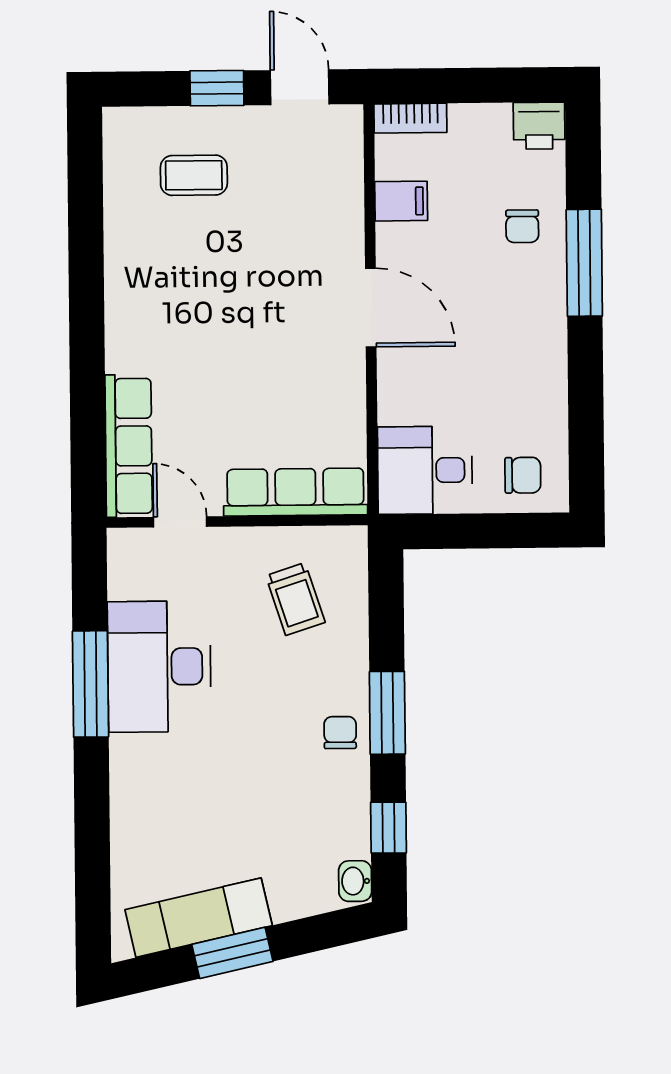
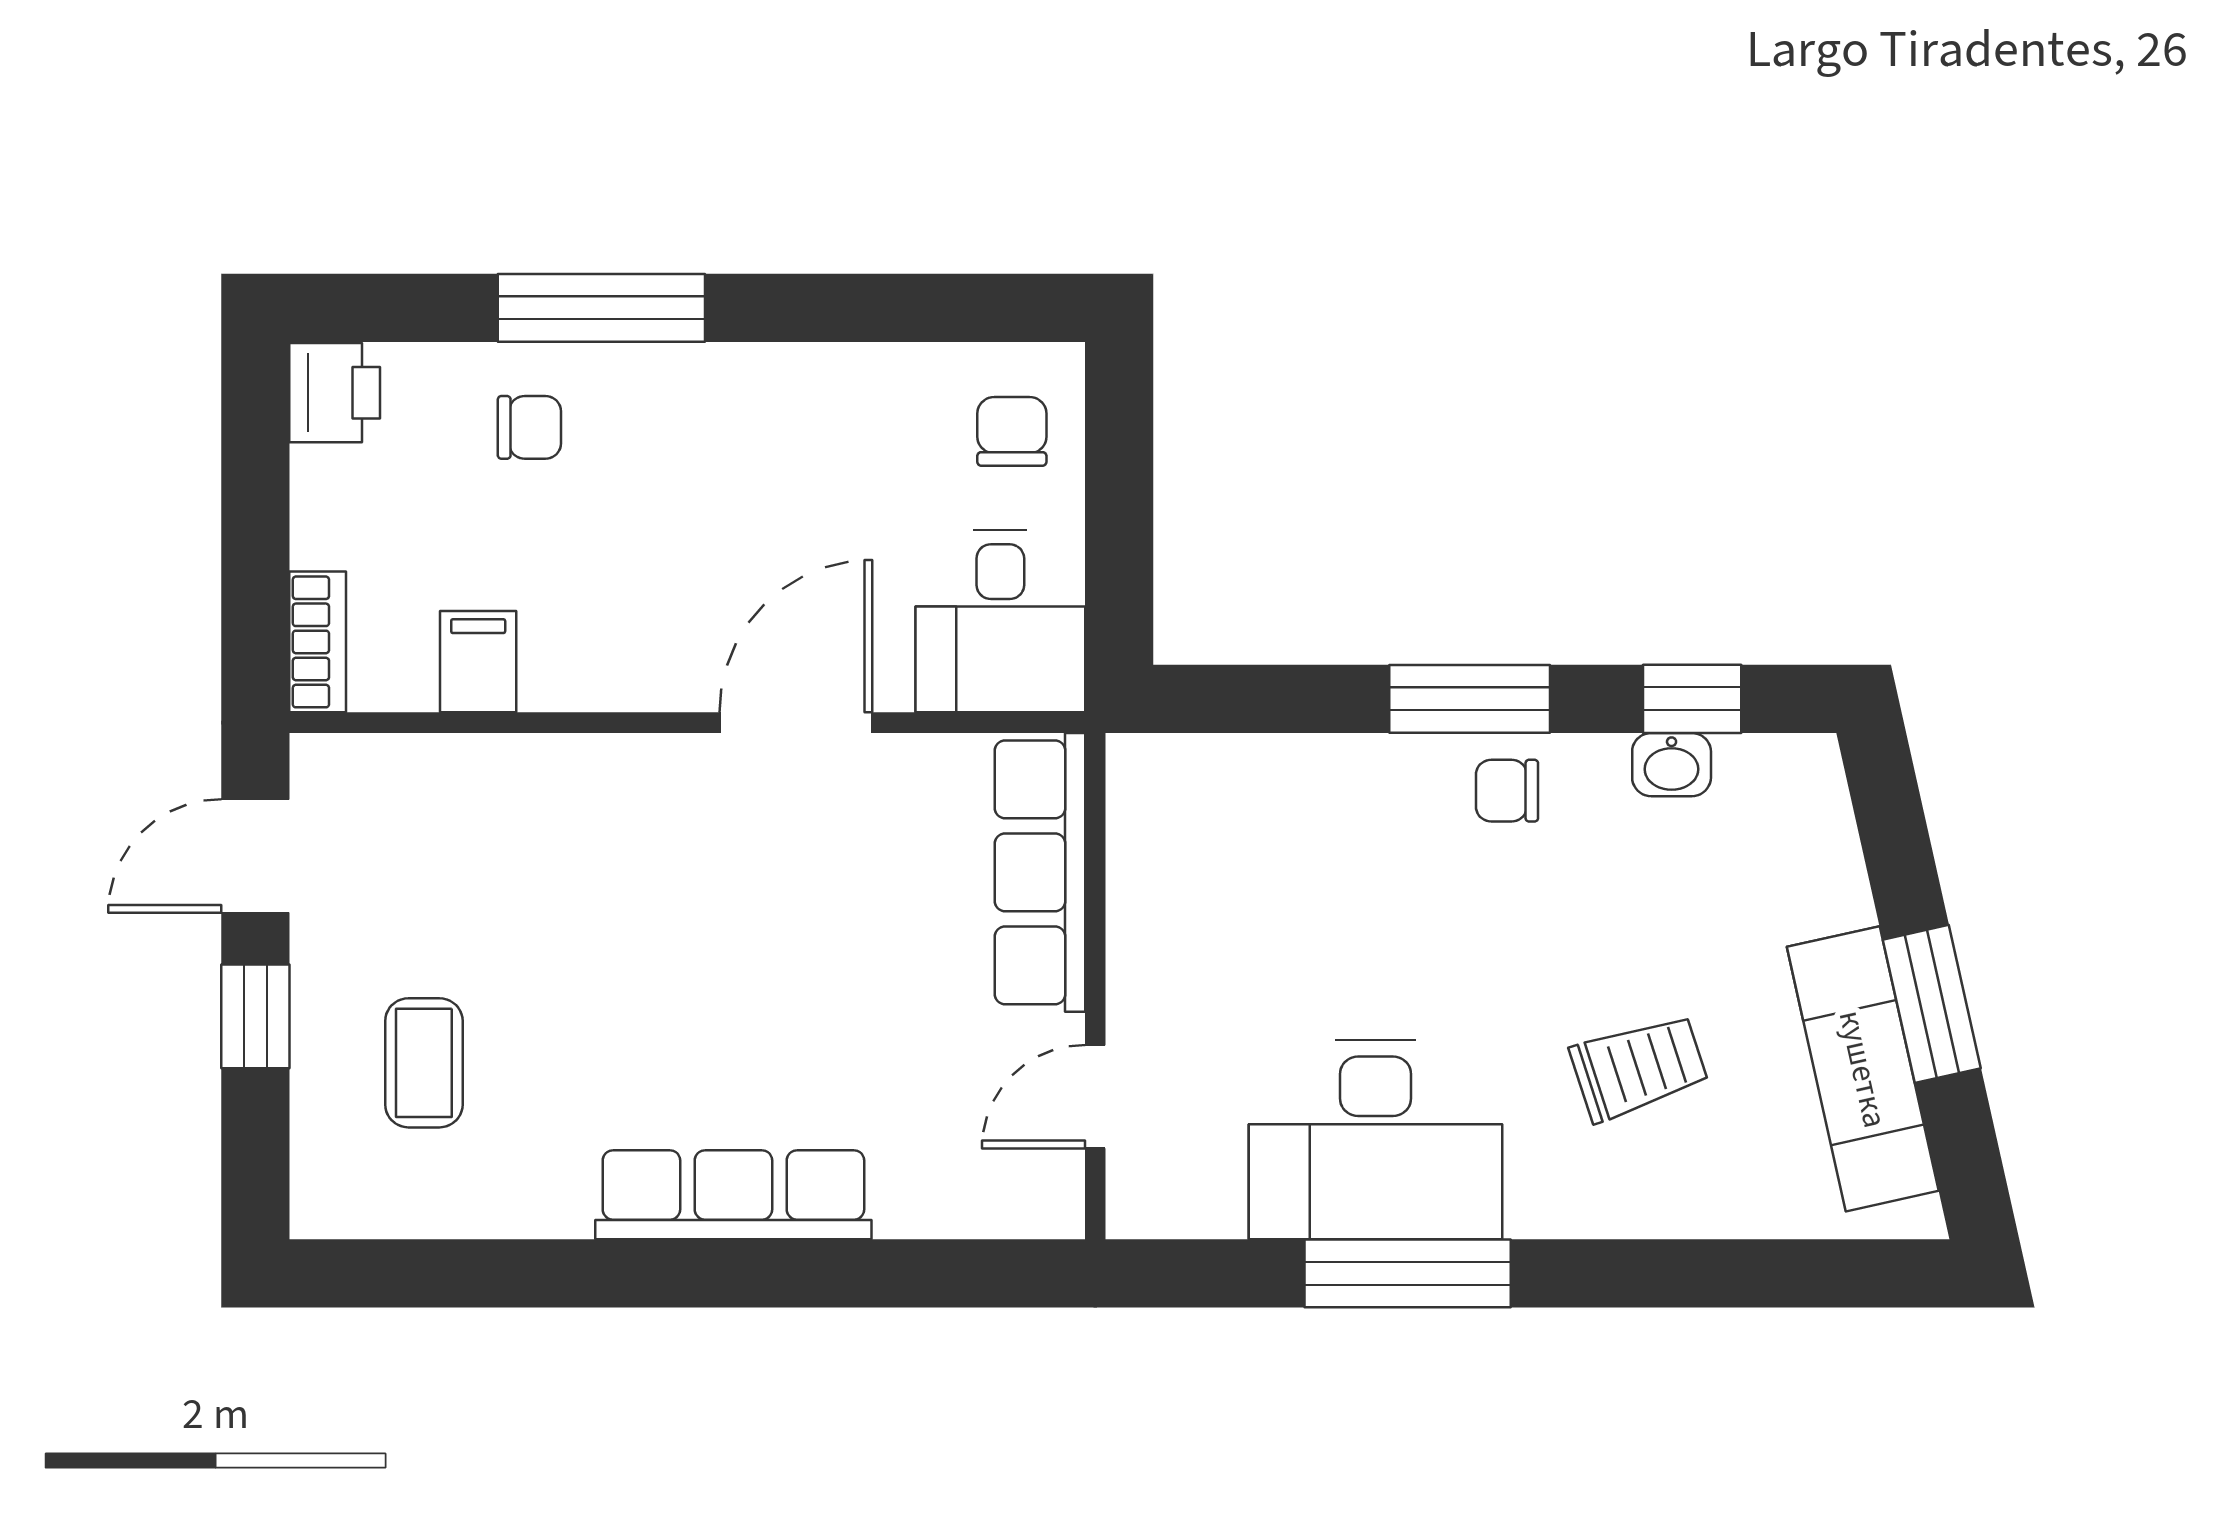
door: (371, 308) -> (796, 723), moved
row of seats: (129, 446) -> (733, 1195), moved
trolley: (295, 599) -> (1639, 1067), moved
washbasin: (355, 881) -> (1672, 765), moved

